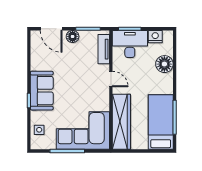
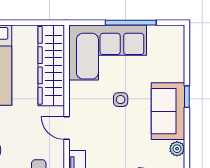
plant: (36, 65) -> (177, 149), added
side table: (39, 130) -> (121, 100), moved

